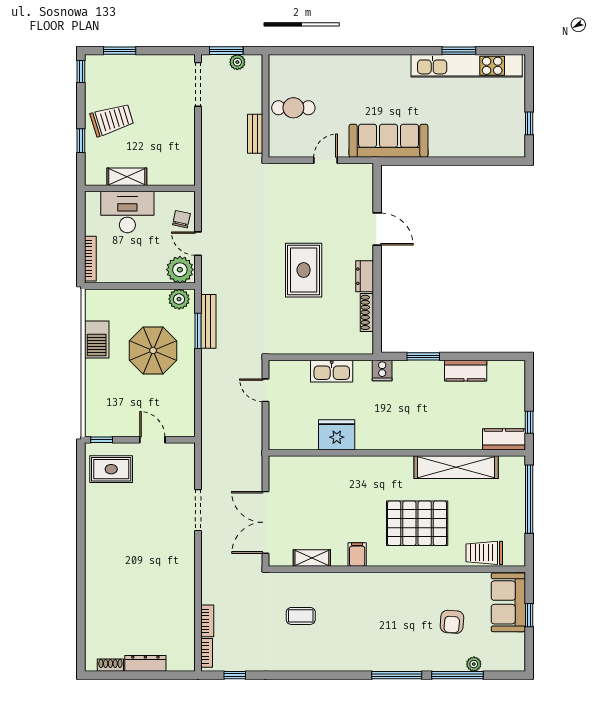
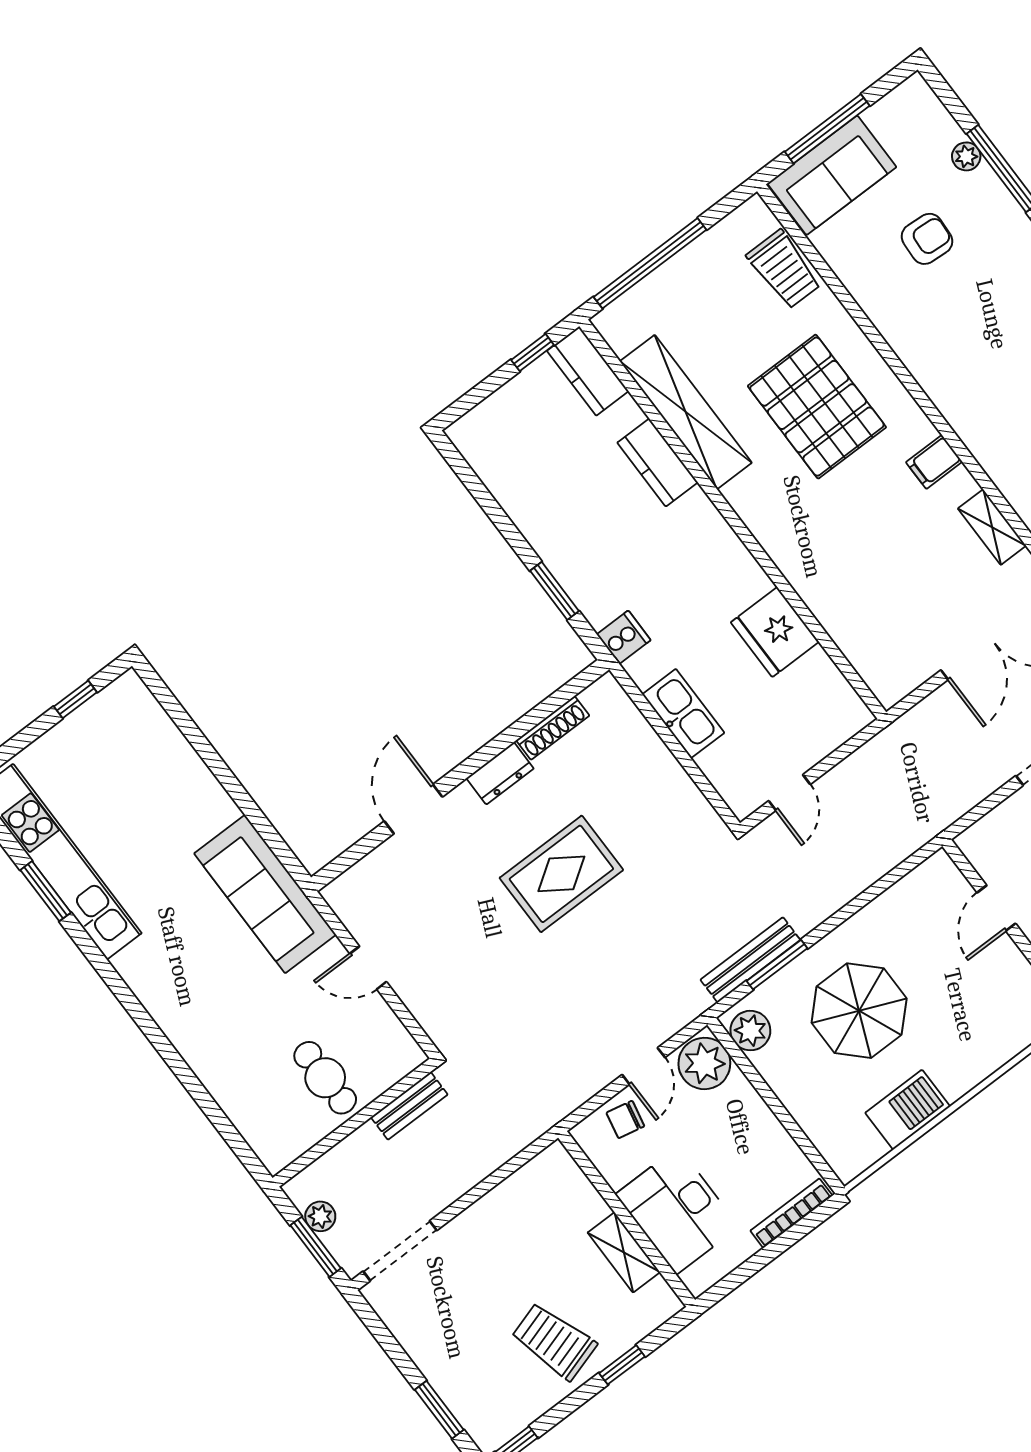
kitchen counter: (466, 371) -> (658, 462), moved, turned 180
window: (529, 615) -> (827, 129), width x2.17

